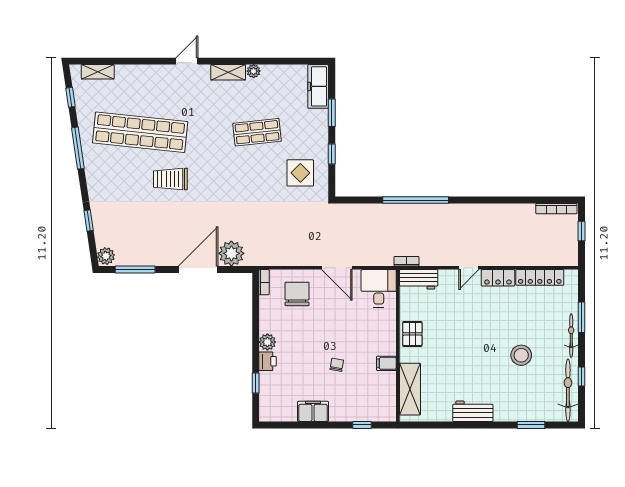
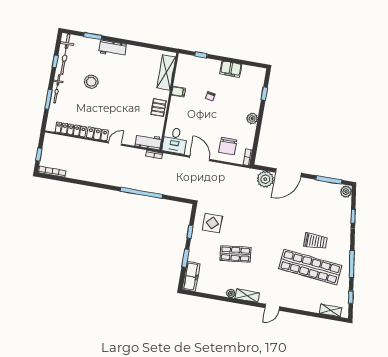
trolley: (170, 179) -> (316, 241), moved
printer: (268, 361) -> (254, 106), removed
workbench: (473, 411) -> (112, 48), moved

